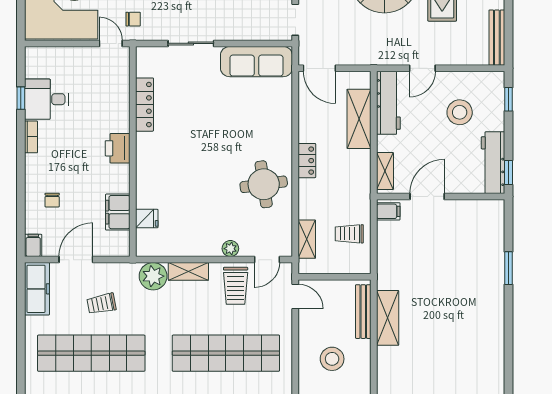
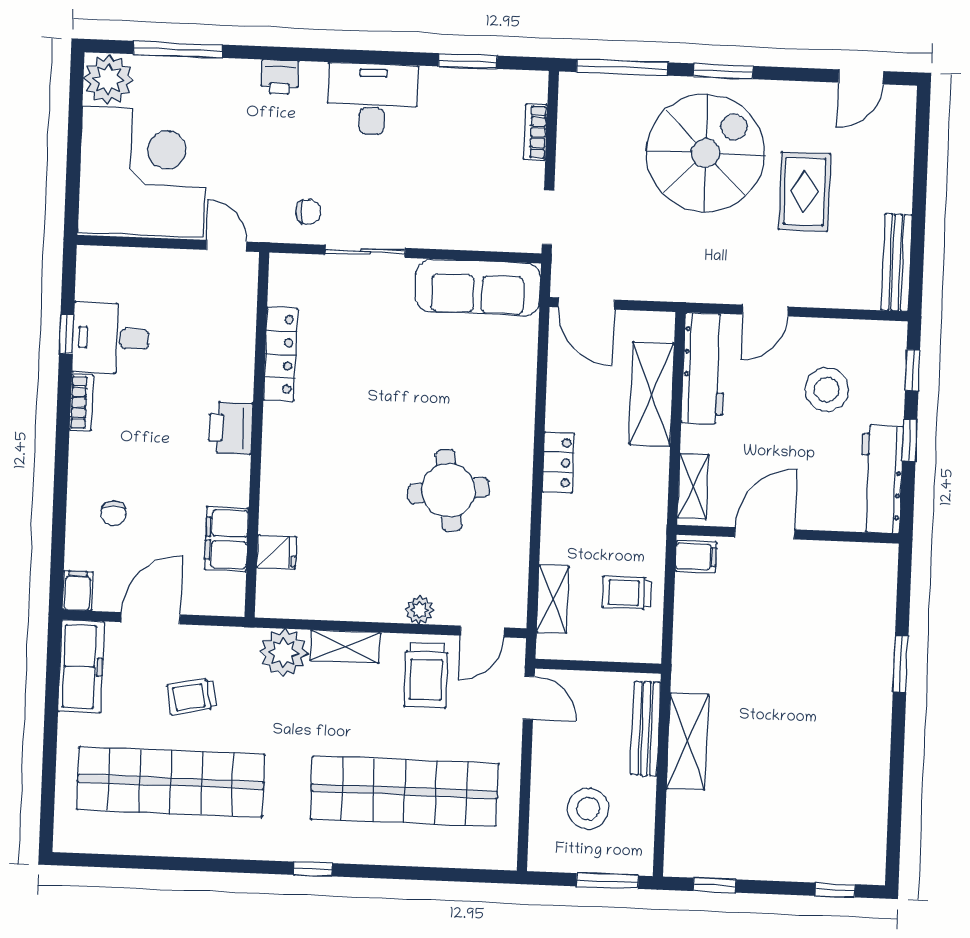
chair: (133, 19) -> (308, 212), moved
window: (508, 172) -> (910, 440), moved
round table: (264, 184) -> (449, 490), moved

